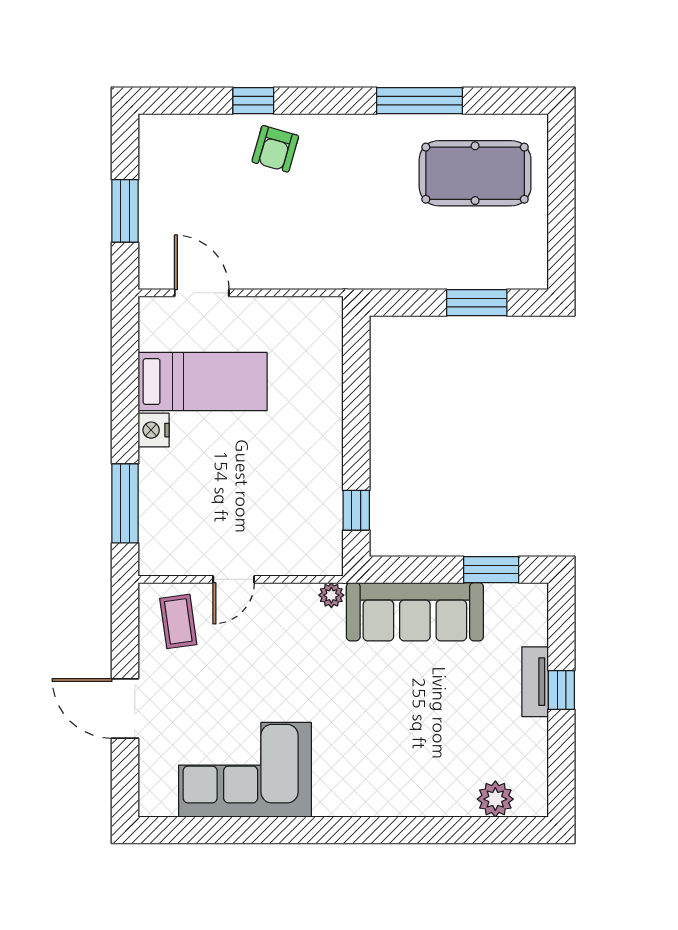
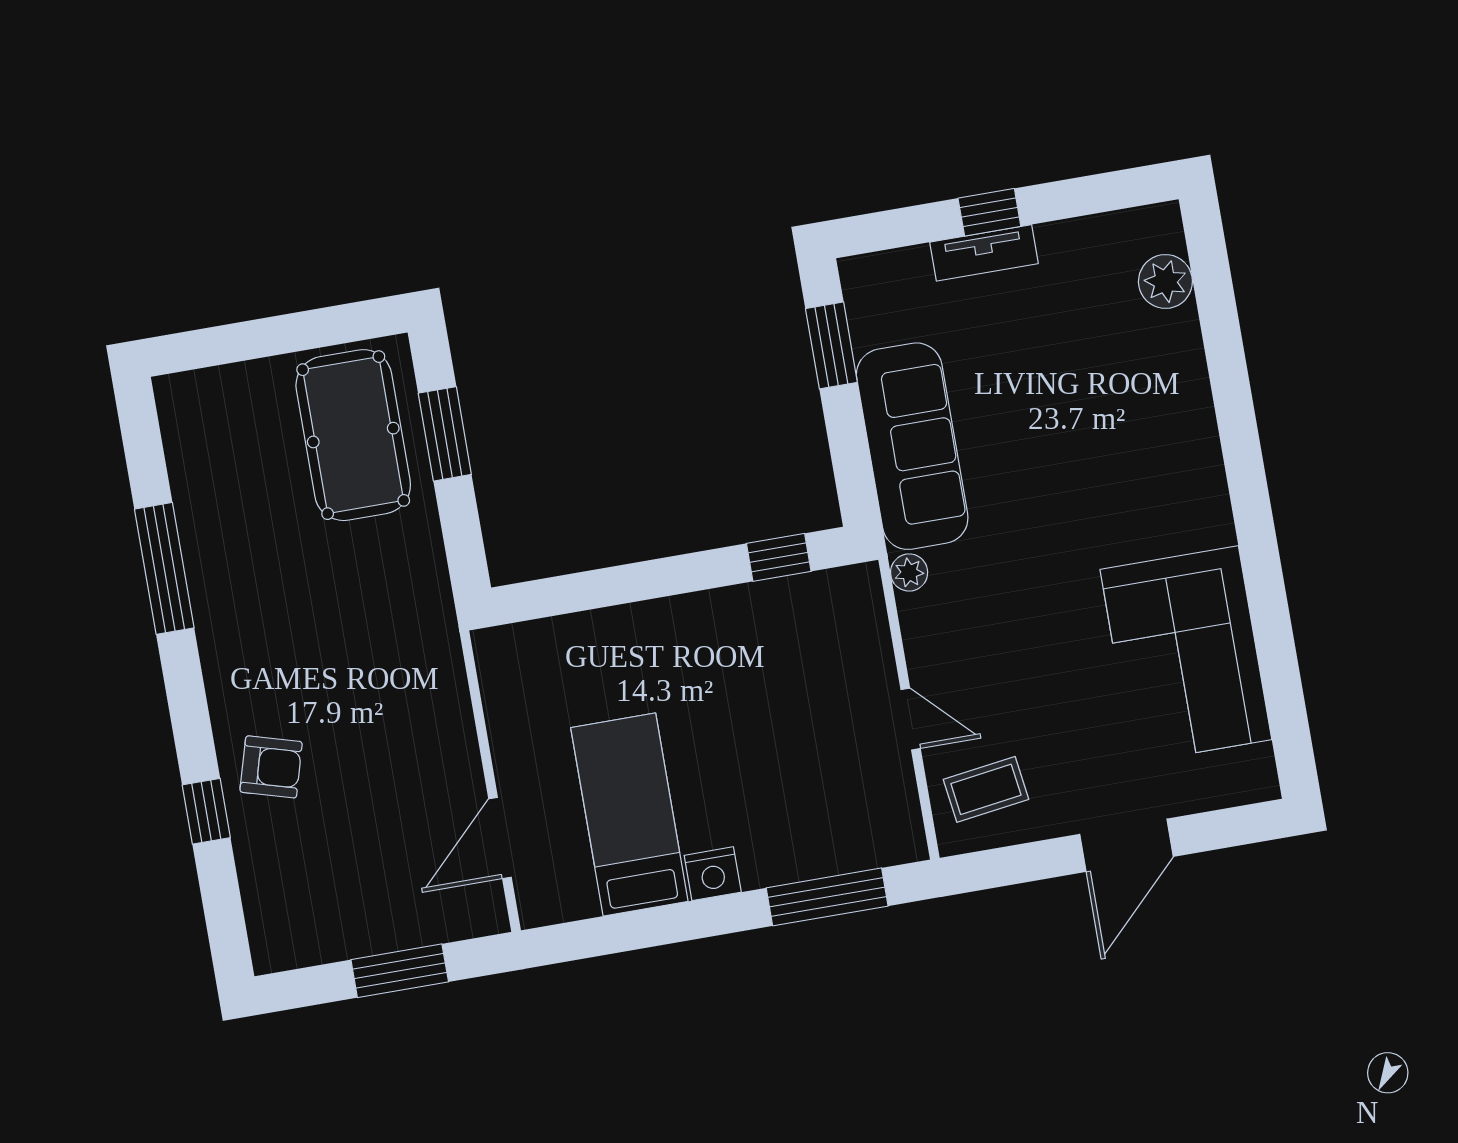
pool table: (475, 173) -> (353, 435), moved

